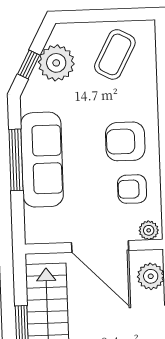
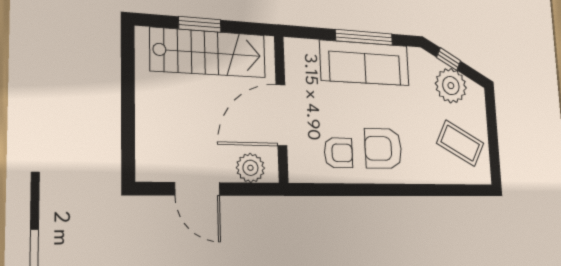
armchair: (125, 141) -> (383, 148), turned -90
armchair: (132, 189) -> (338, 153), turned 90
plant: (149, 230) -> (298, 168), removed

